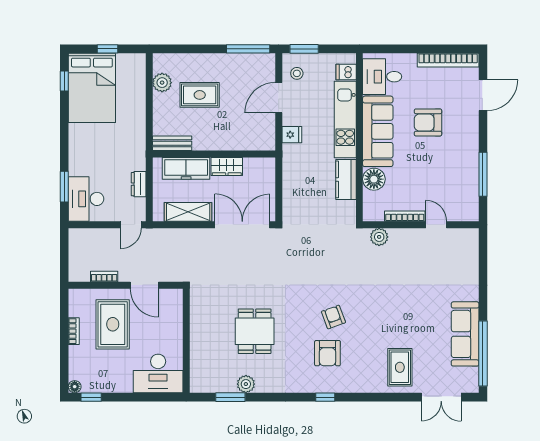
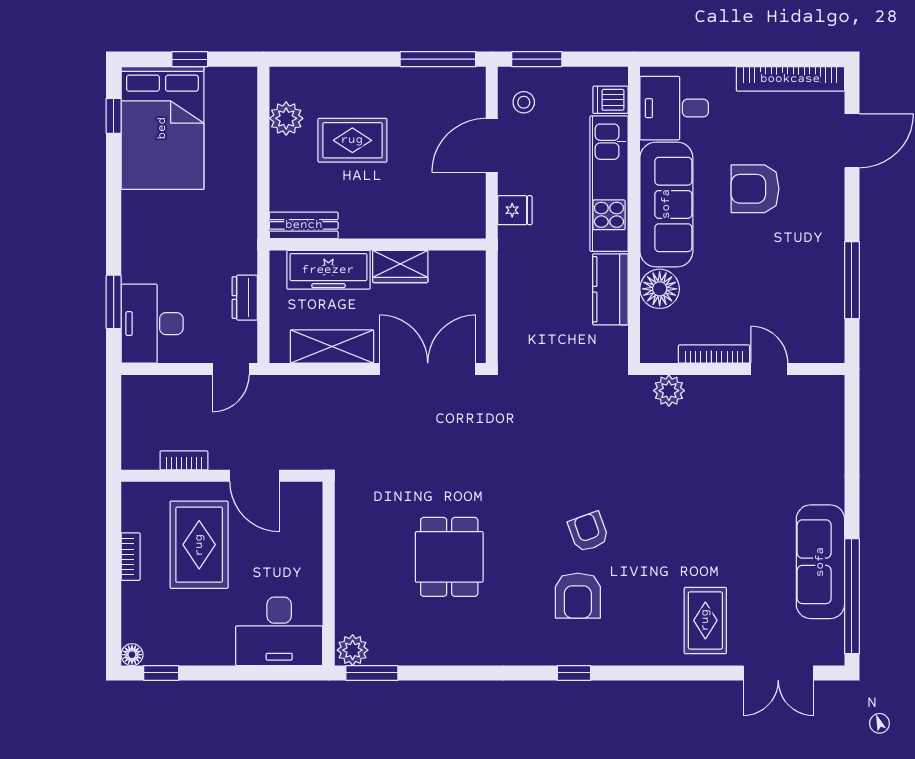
plant: (246, 384) -> (353, 650), moved
window: (230, 397) -> (372, 673), moved

